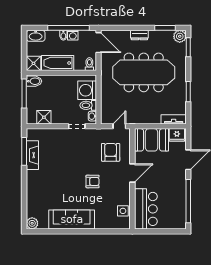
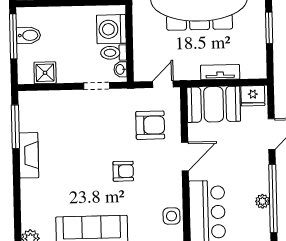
bidet: (34, 81) -> (29, 35), moved
tv unit: (174, 119) -> (220, 72), moved
armchair: (111, 152) -> (150, 125), turned 90
fireplace: (32, 155) -> (29, 155), moved
plant: (181, 203) -> (262, 201), added

